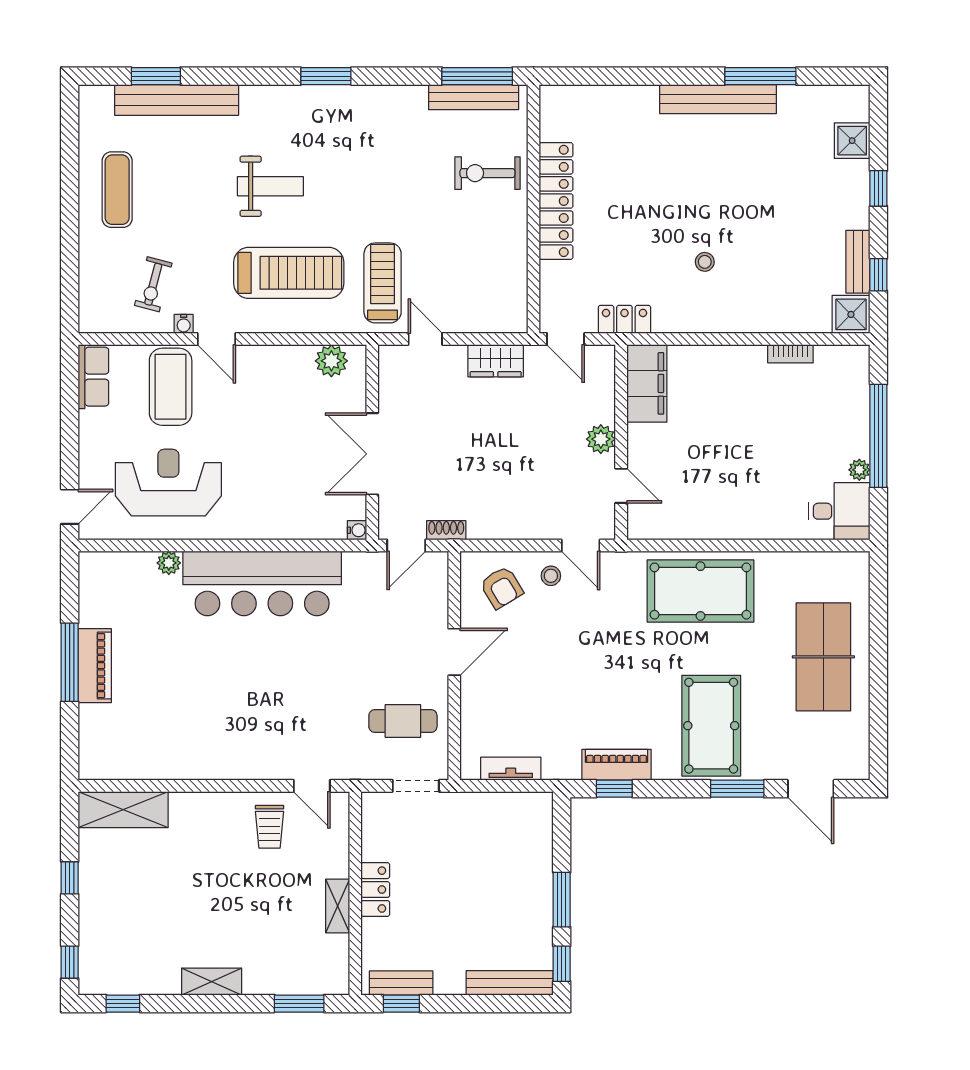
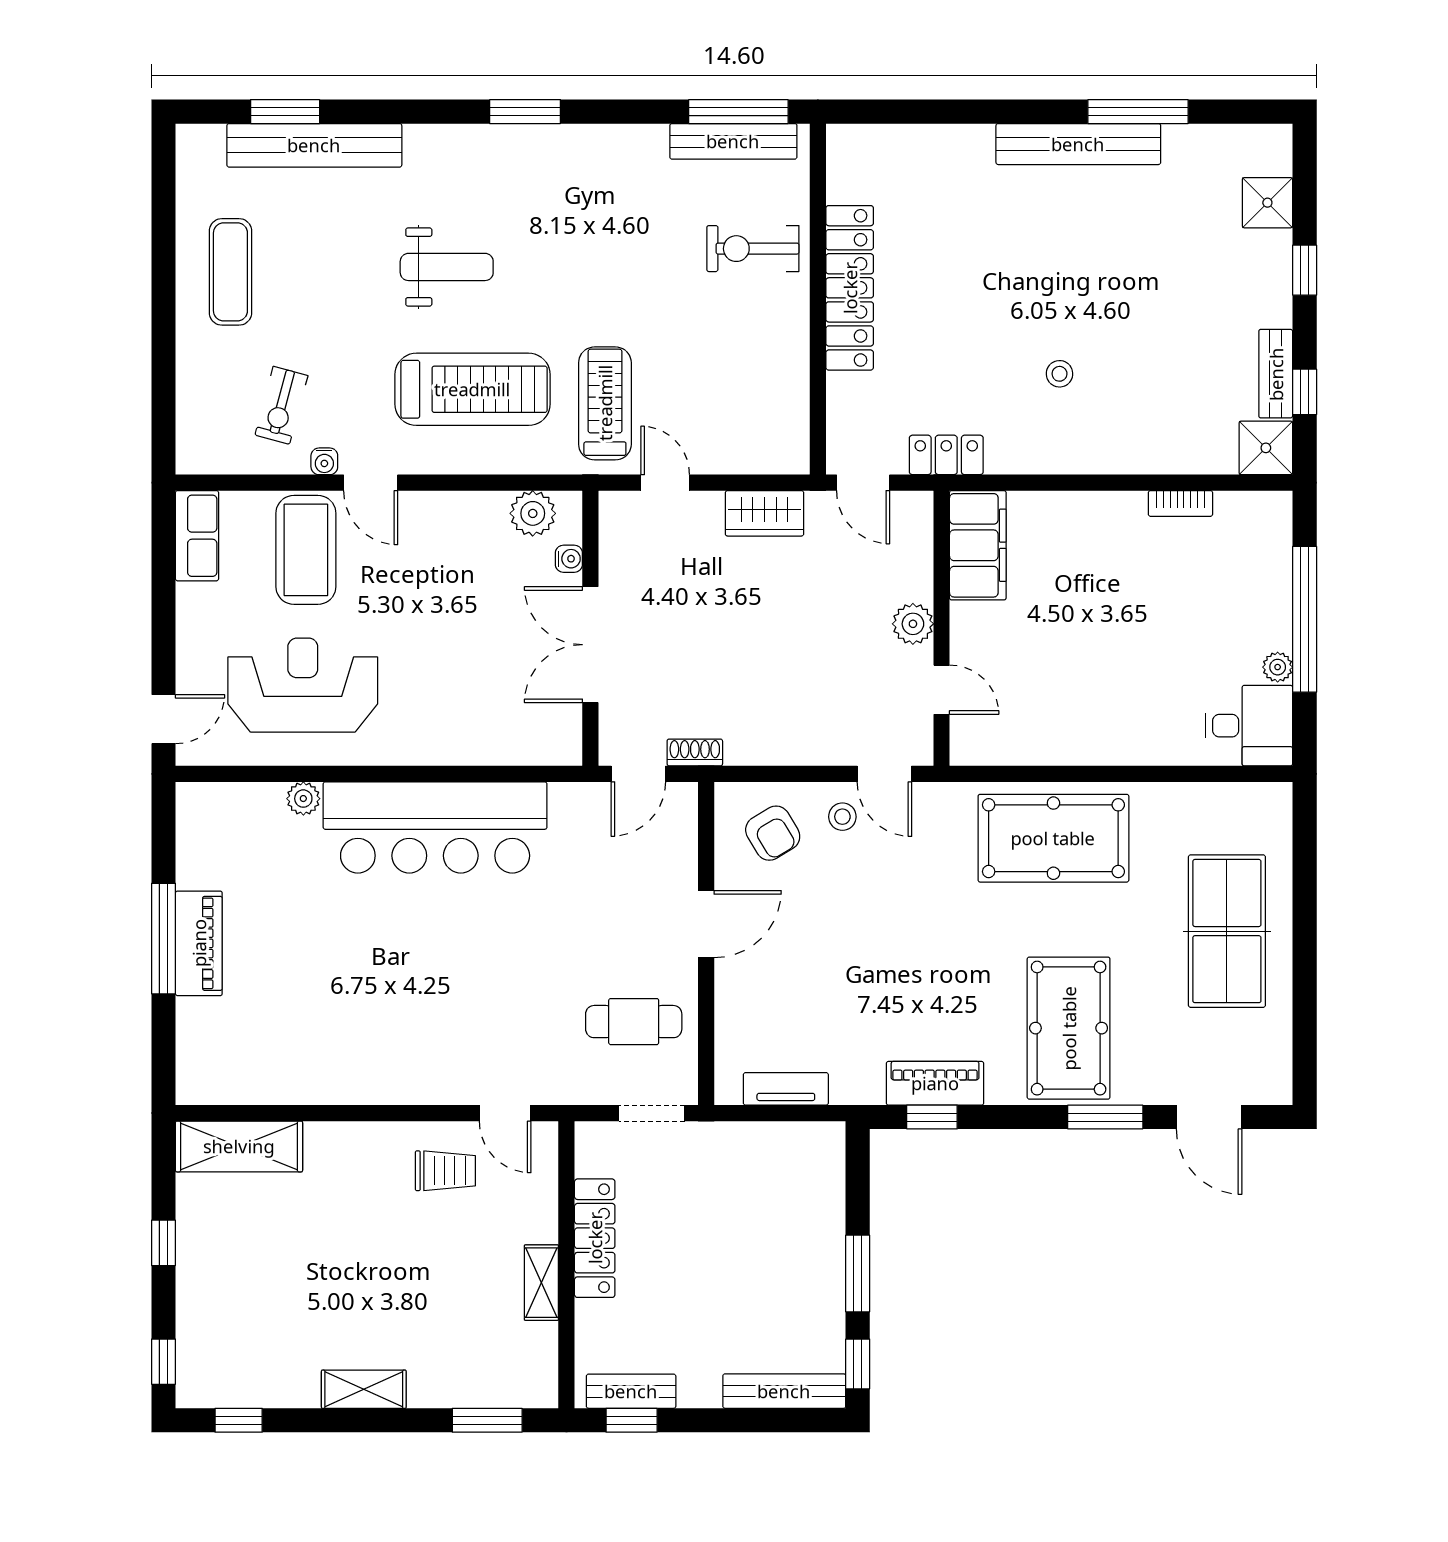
water cooler: (357, 530) -> (569, 559), moved
trolley: (269, 827) -> (445, 1171), turned -90
locker: (375, 890) -> (595, 1238), width x1.53

